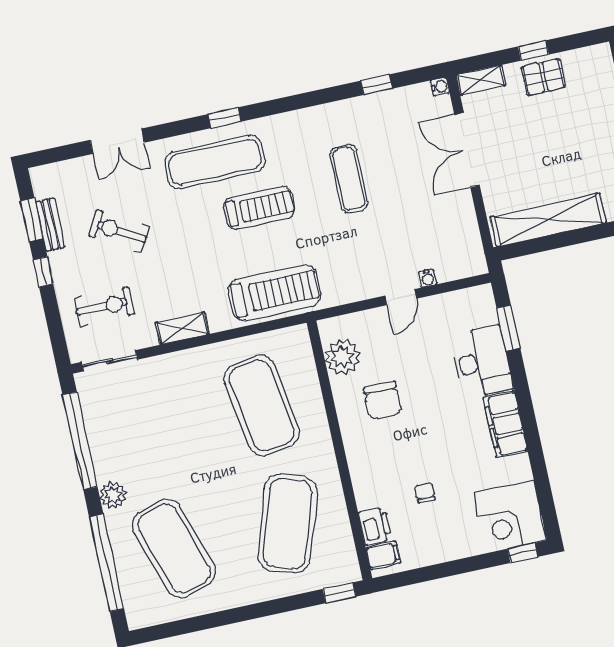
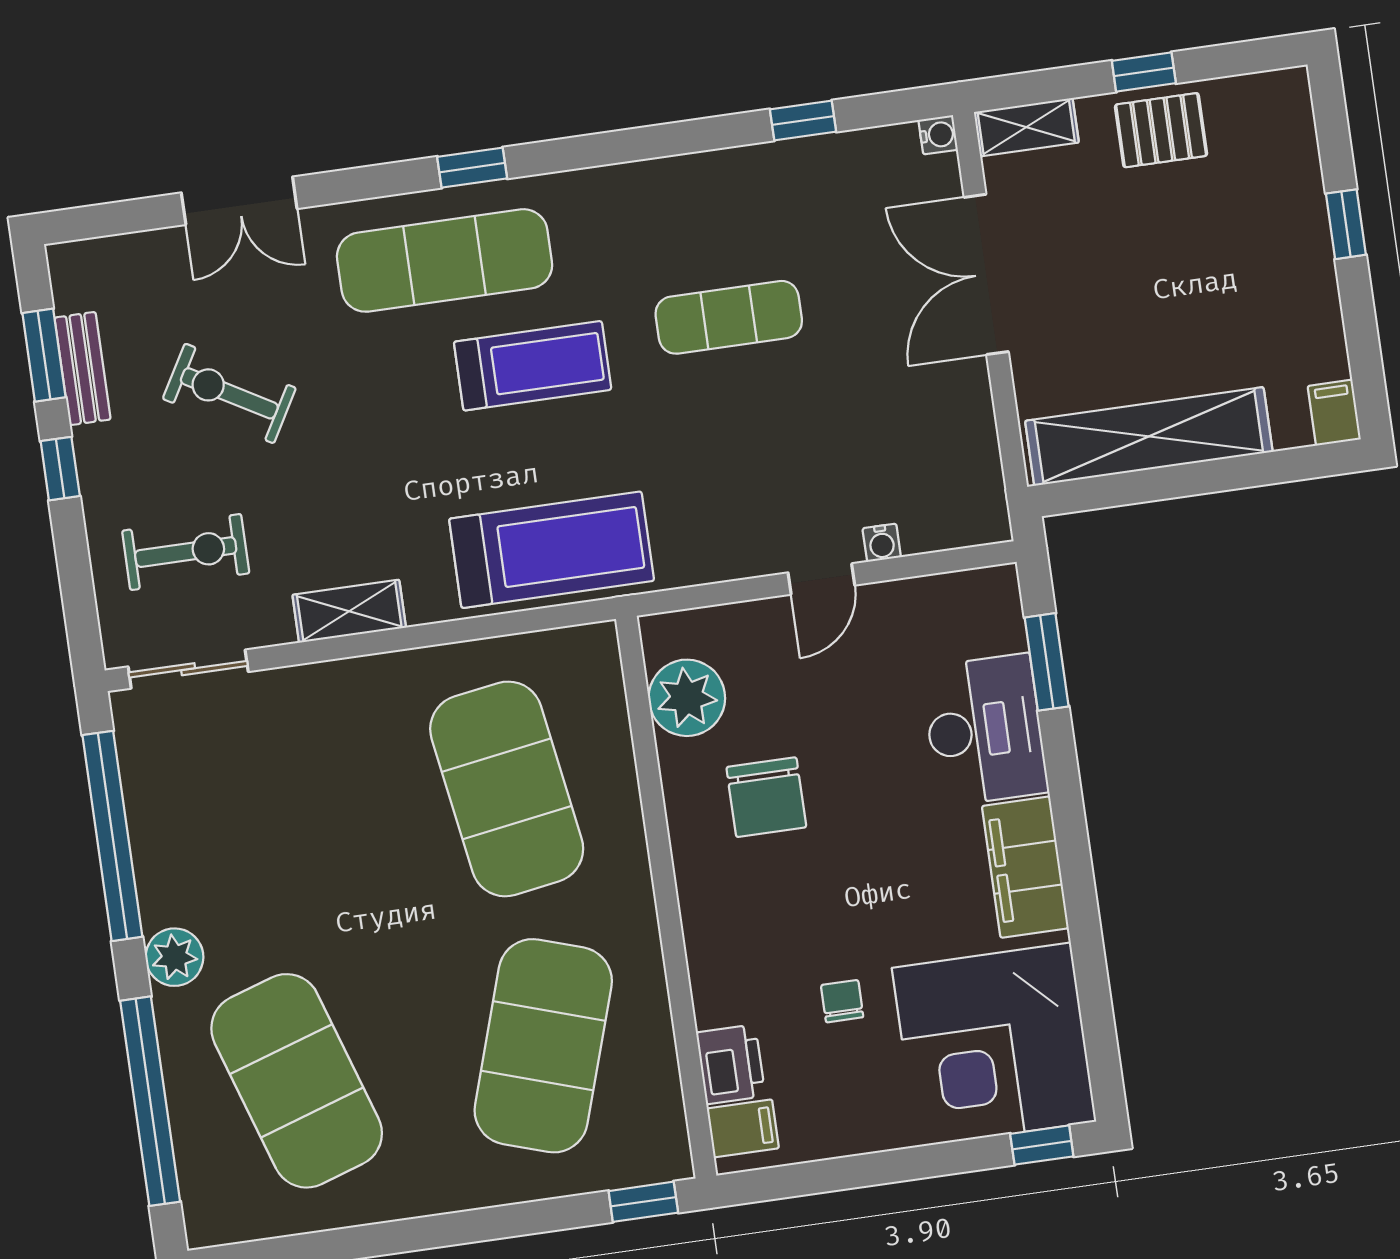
exercise mat: (349, 179) -> (729, 317), turned 90
corner desk: (510, 516) -> (994, 1045), width x1.36, depth x1.36

